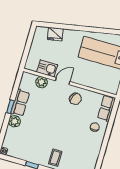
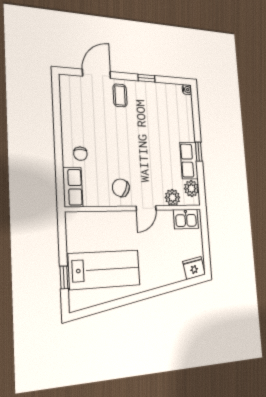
fridge: (55, 34) -> (194, 268), moved
kitchen sink: (47, 68) -> (186, 219), moved
plant: (14, 121) -> (191, 189), moved

